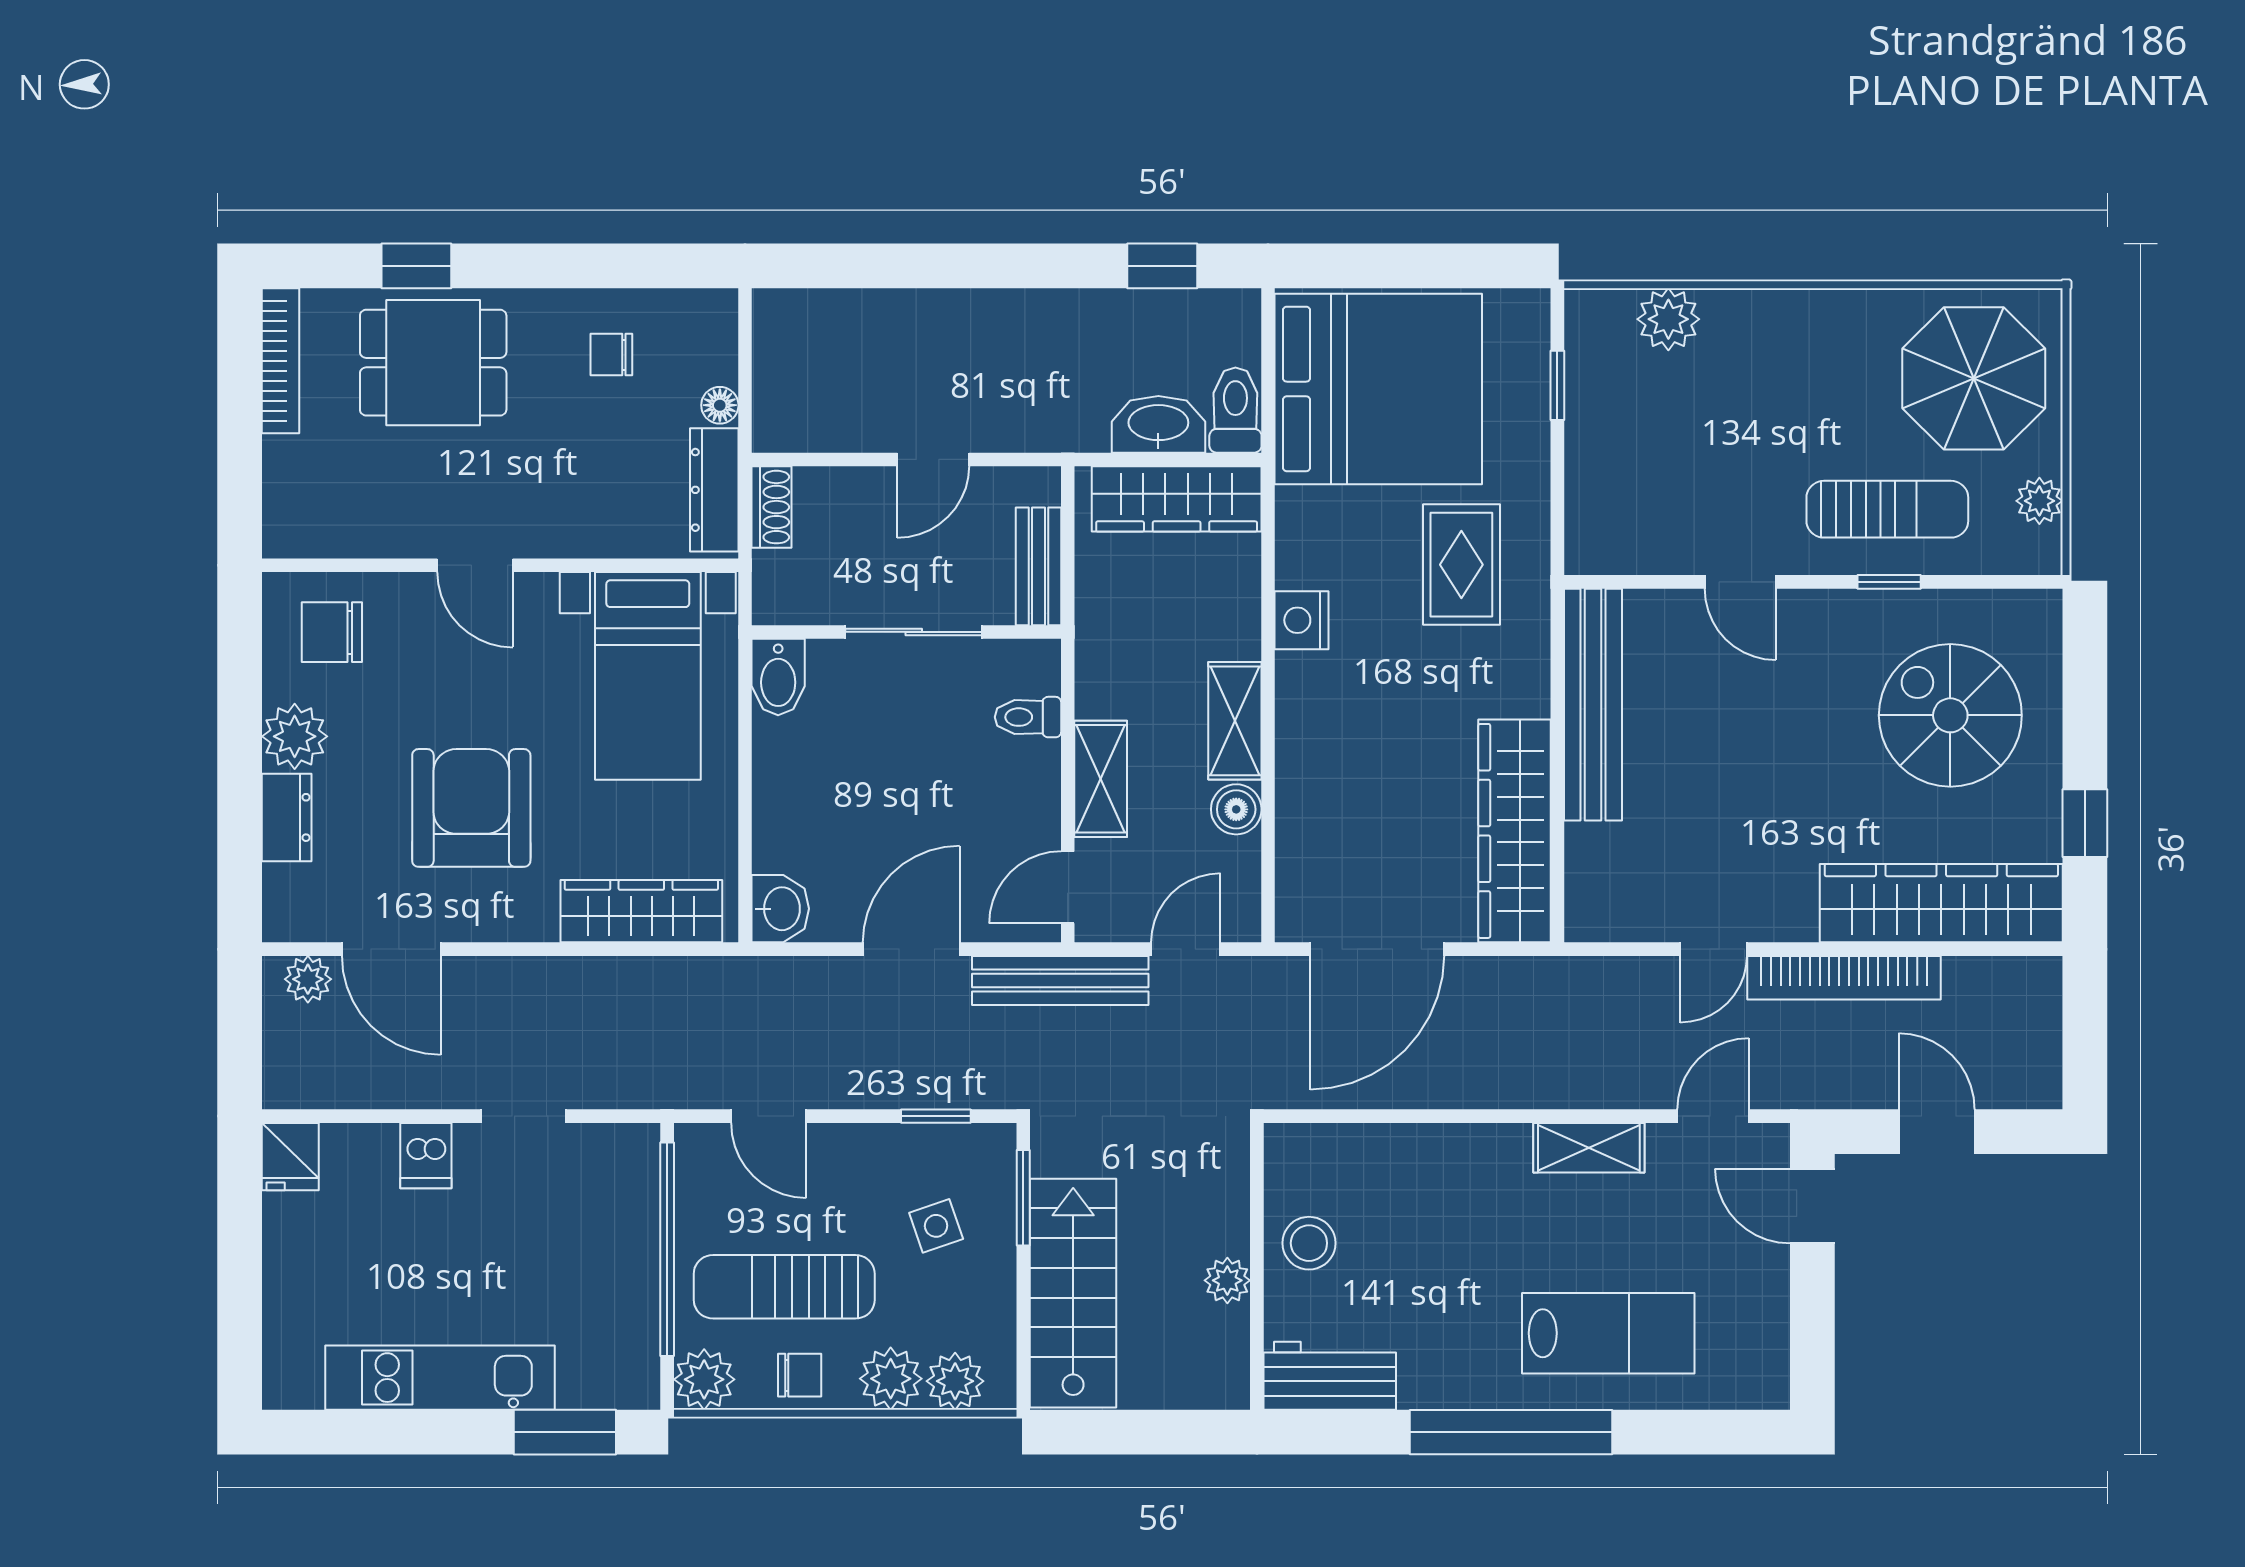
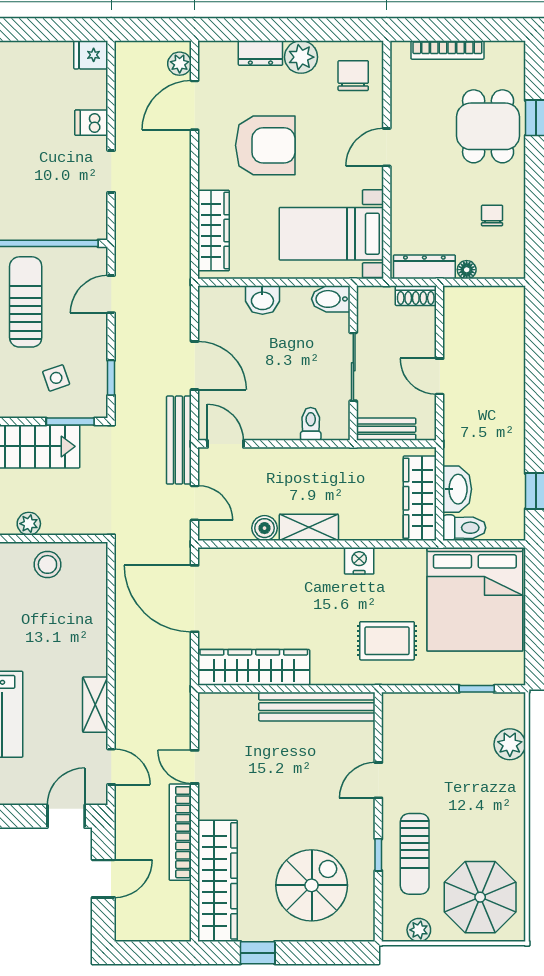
bookcase: (281, 361) -> (447, 50), moved
shelving: (1101, 779) -> (280, 460), removed
washbasin: (780, 909) -> (262, 300), moved

